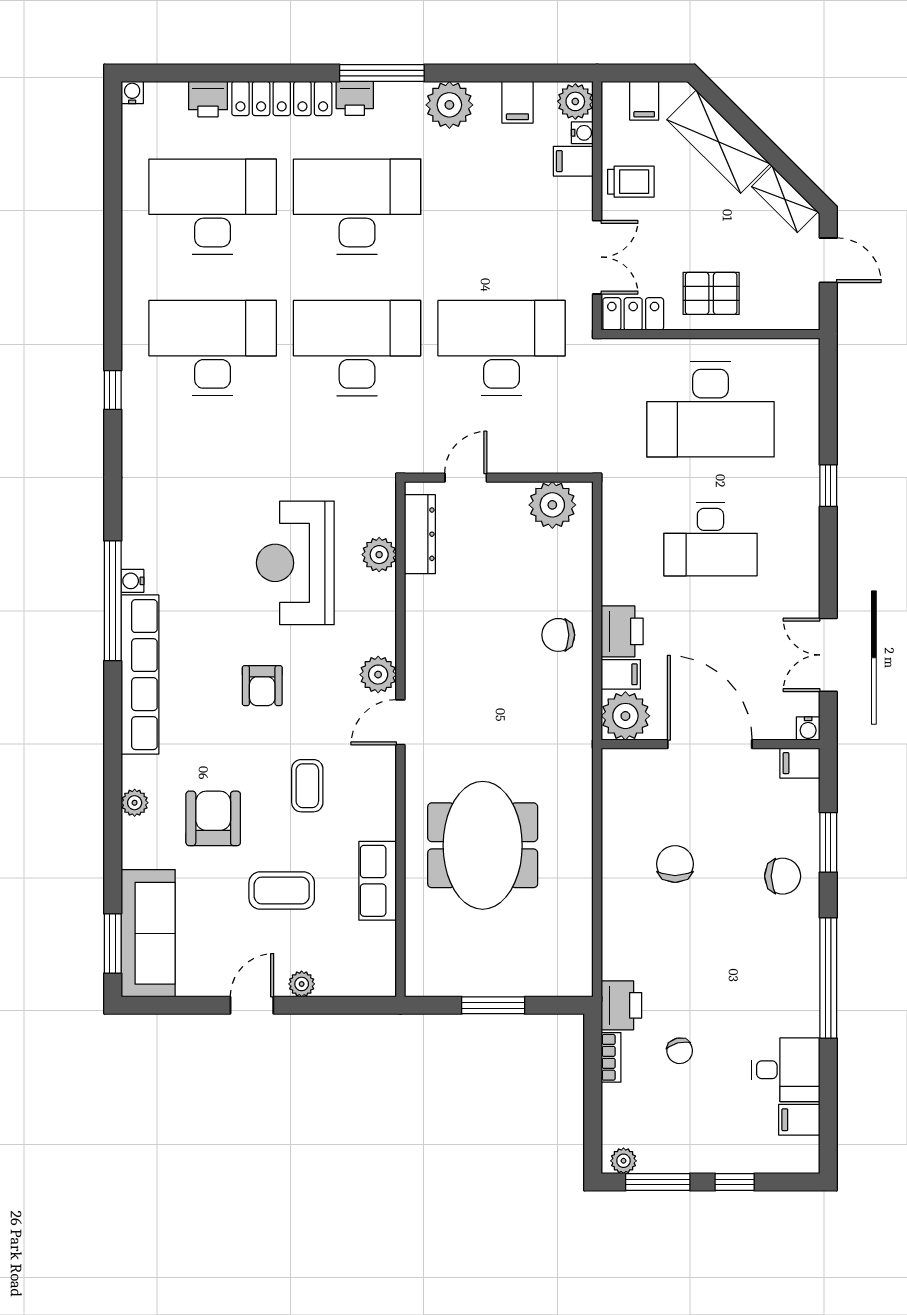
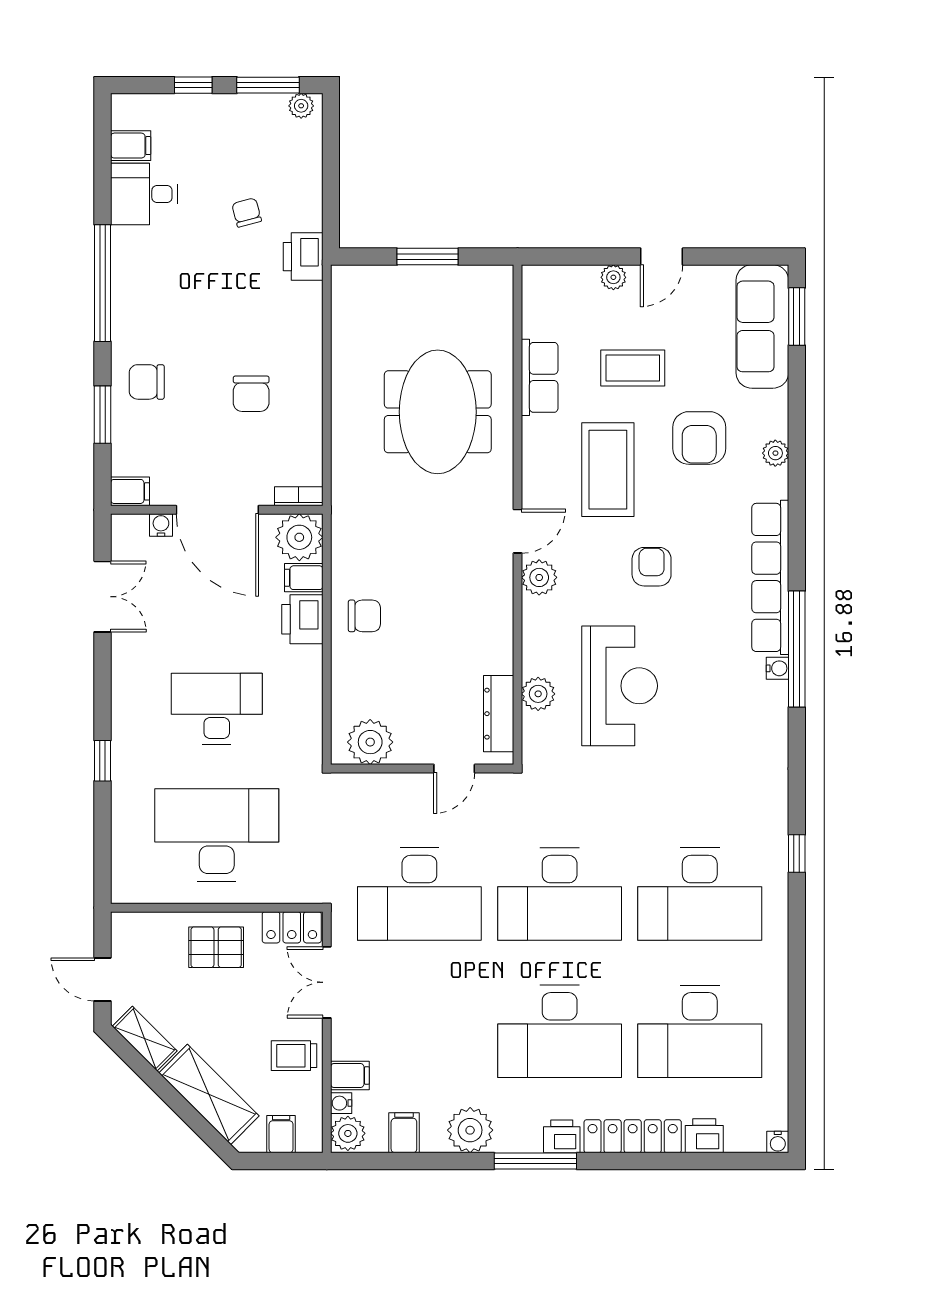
water cooler: (808, 729) -> (161, 525), moved
coffee table: (307, 786) -> (608, 470), width x1.86, depth x1.72
bookcase: (611, 1057) -> (299, 496), moved, turned 90

